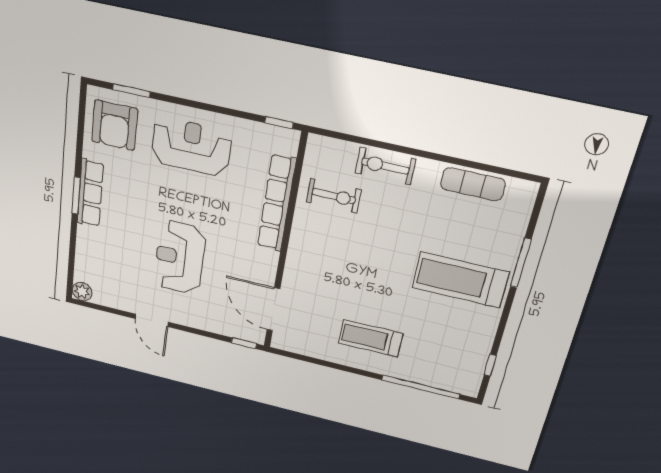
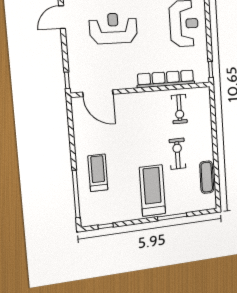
exercise bike: (385, 166) -> (177, 154), moved
door: (273, 309) -> (98, 93), swing flipped
treadmill: (370, 338) -> (98, 173), moved

